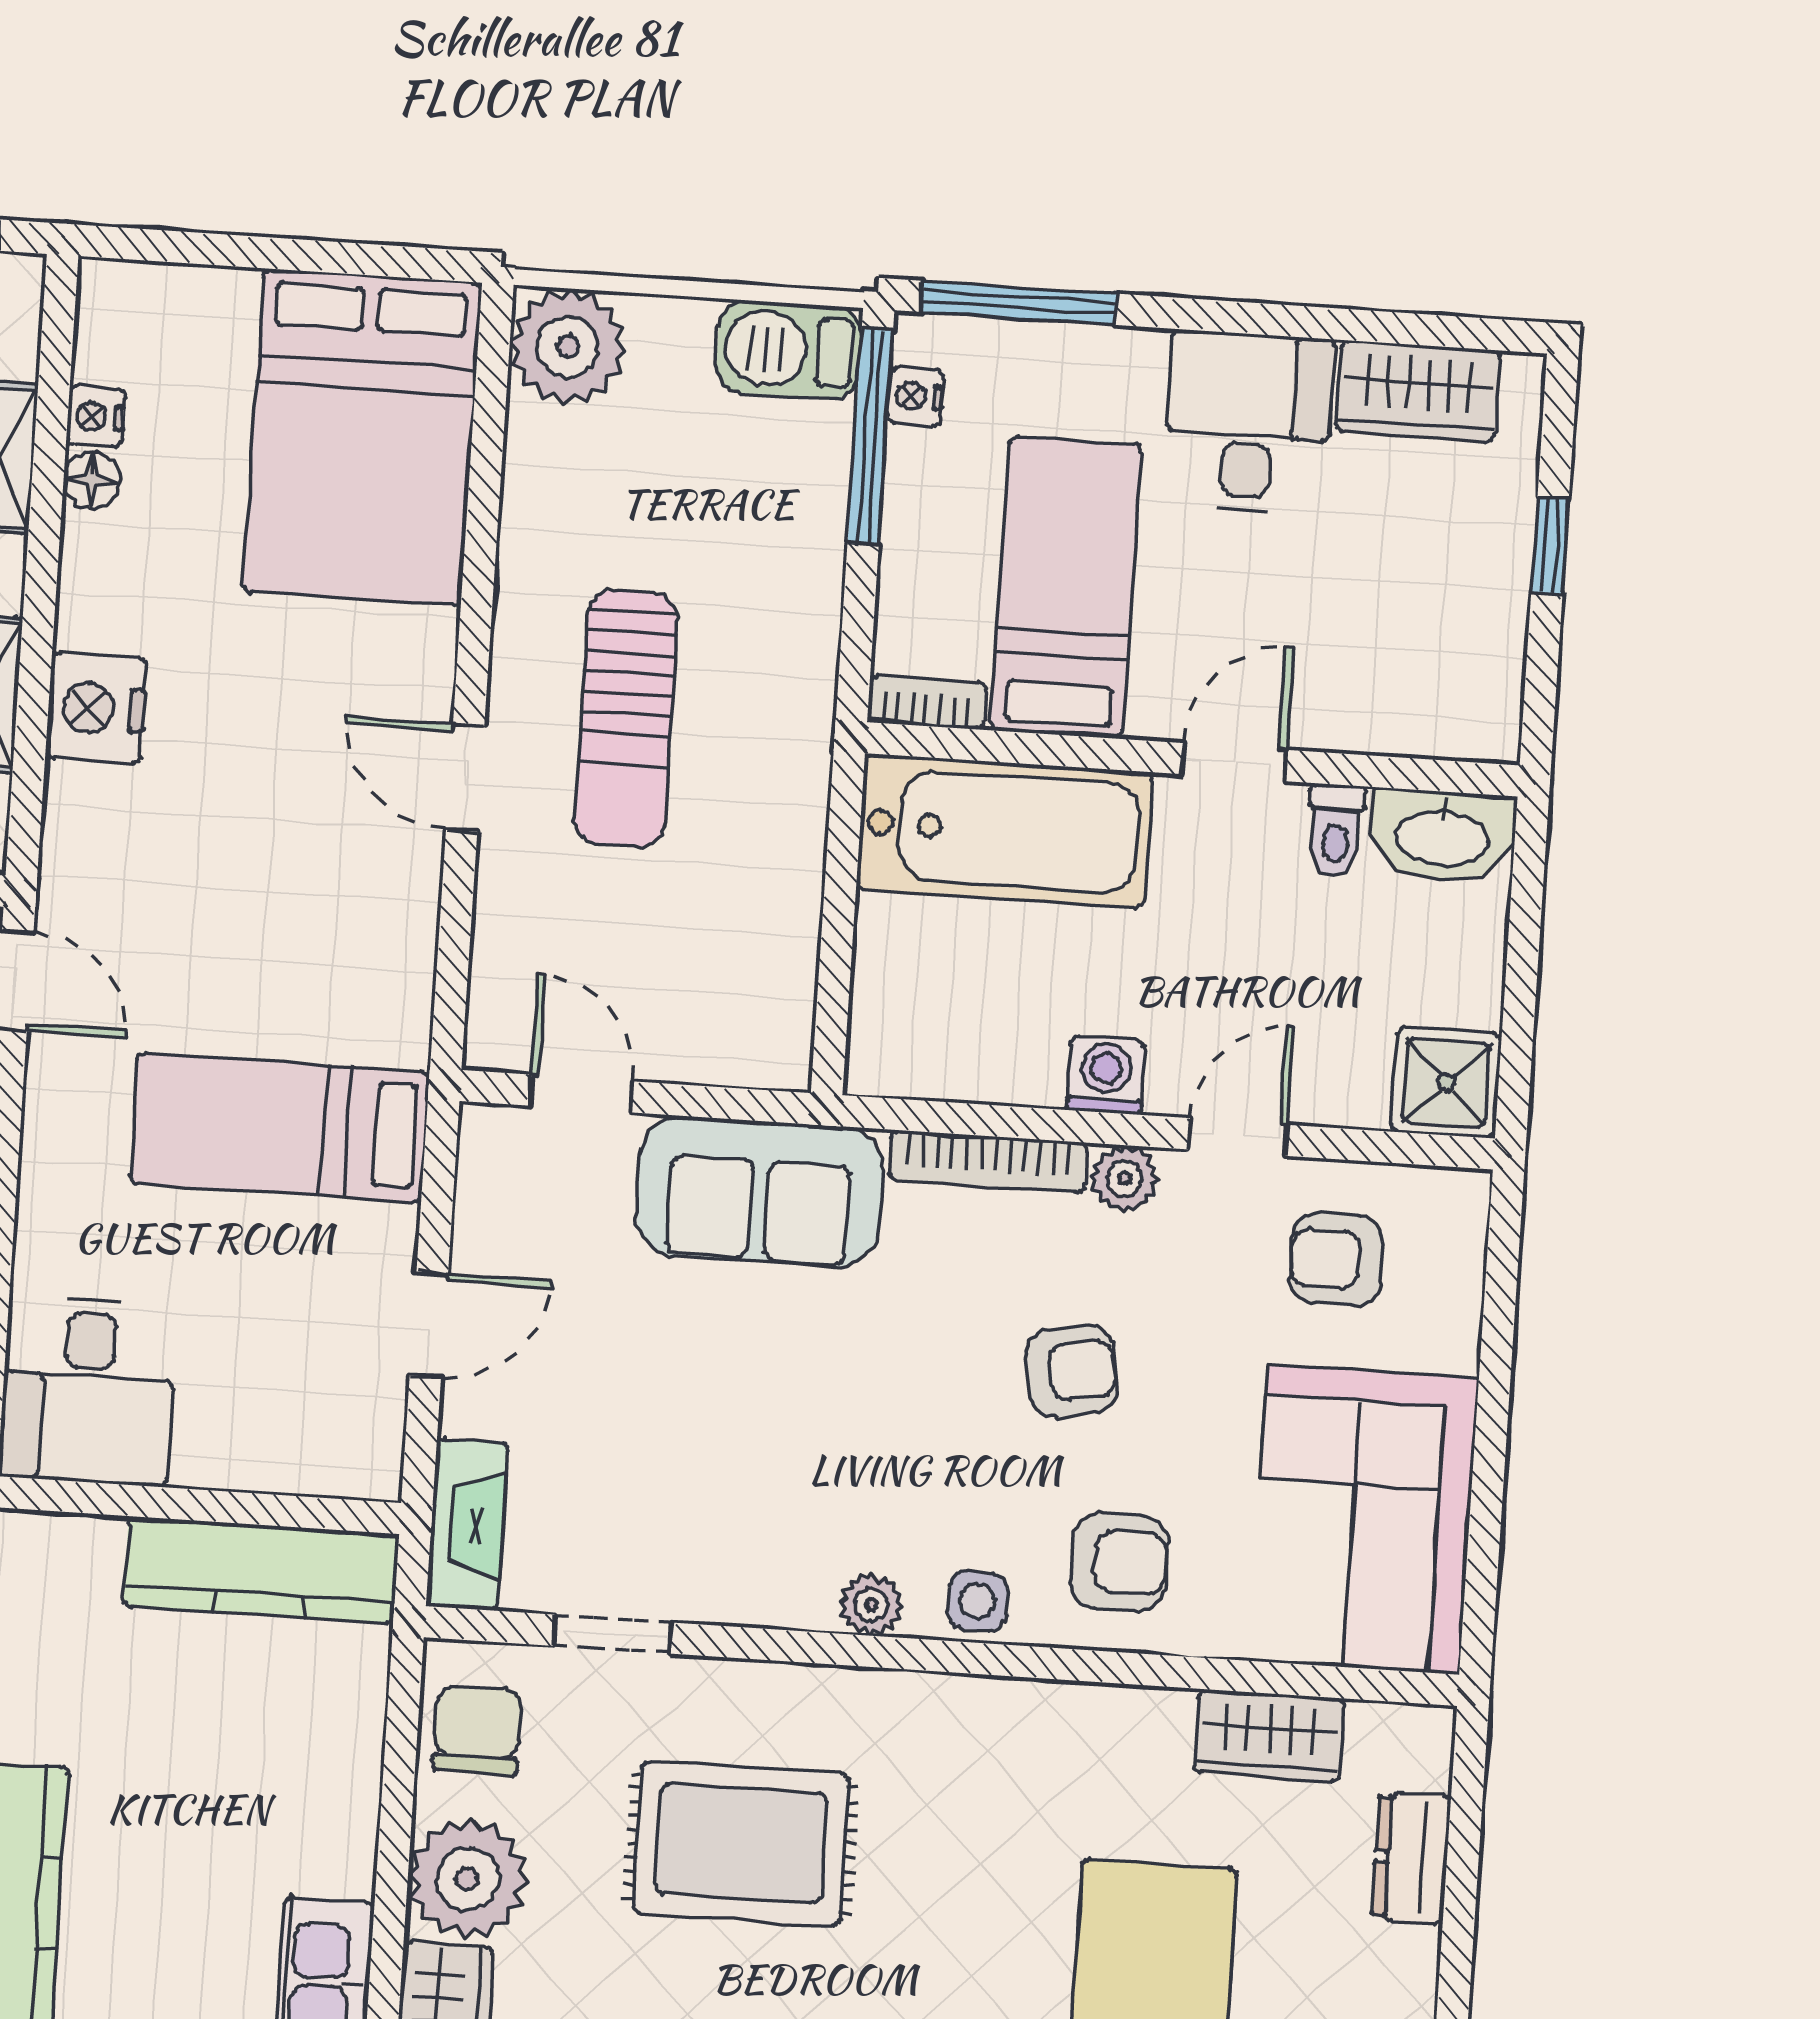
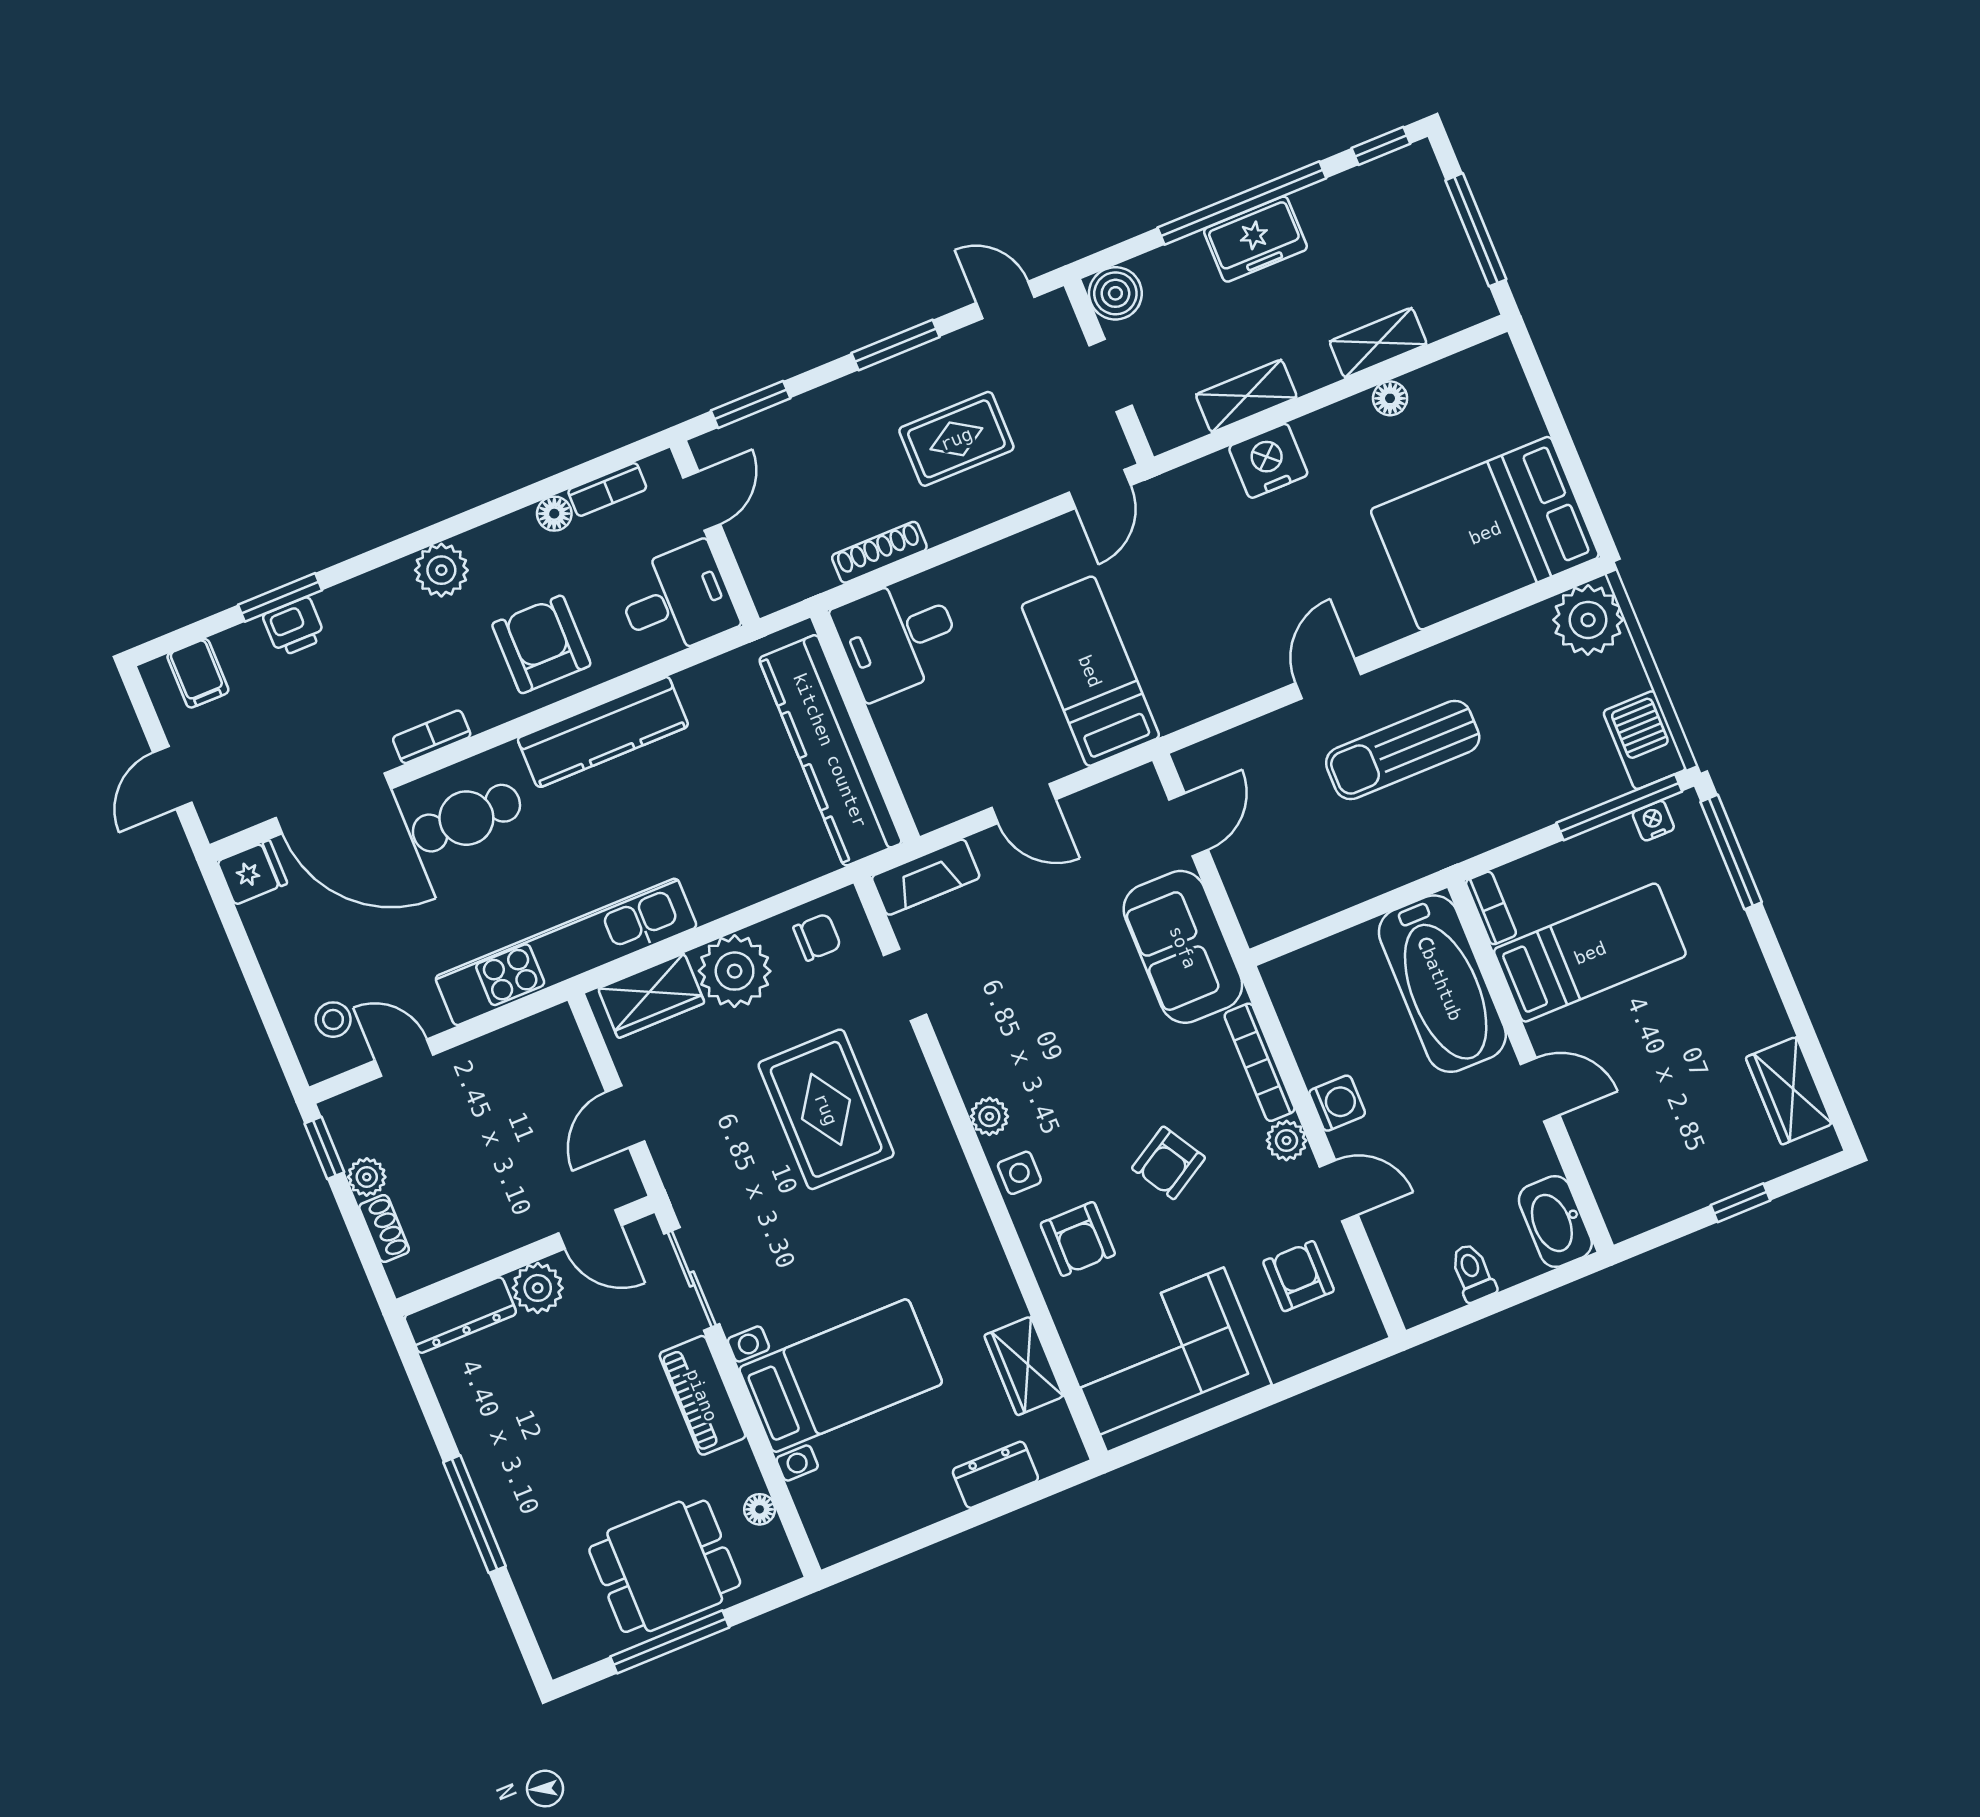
nightstand: (95, 416) -> (1426, 384), removed
desk: (1248, 422) -> (1727, 1007), removed
toilet: (1336, 830) -> (1473, 1273), moved, turned 90
shower: (1446, 1083) -> (1423, 1289), removed
armchair: (1072, 1371) -> (1168, 1163), turned 69
kitchen counter: (261, 1570) -> (830, 750), width x1.39, depth x1.17
chair: (477, 1731) -> (817, 937), width x0.73, depth x0.73

